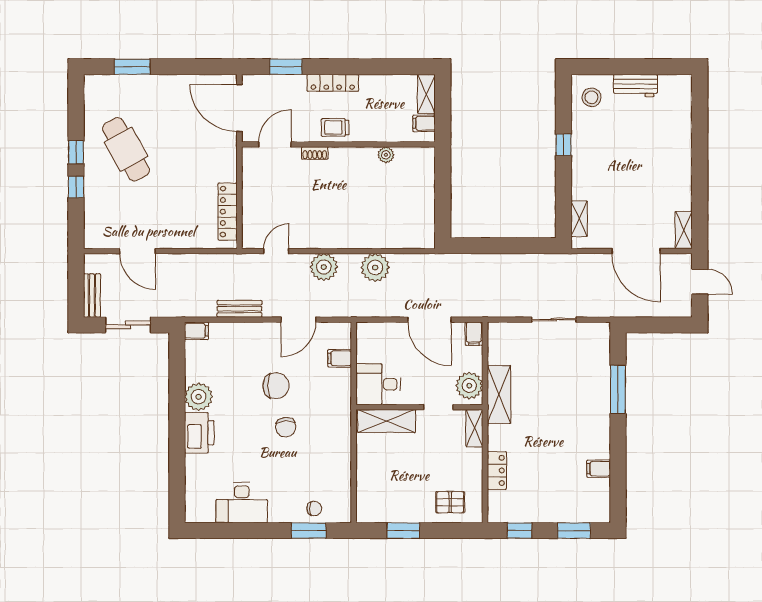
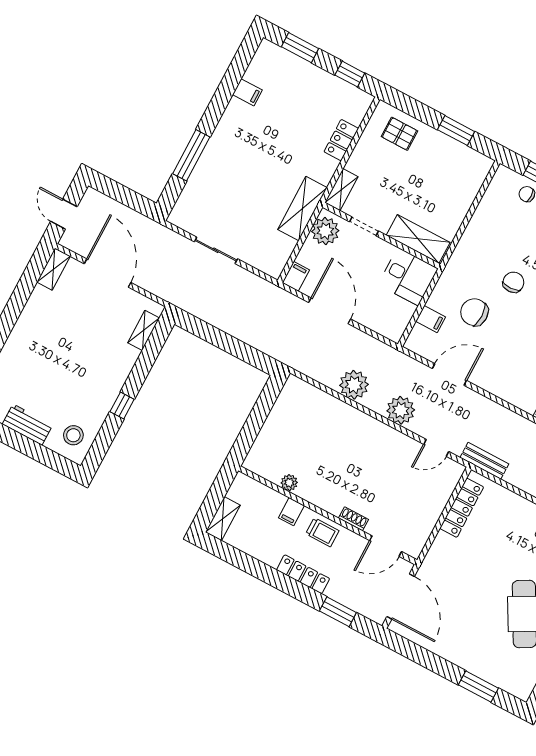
filing cabinet: (424, 123) -> (291, 512), moved, turned 90
bench: (240, 309) -> (484, 461), moved
chair: (276, 386) -> (474, 312), moved

